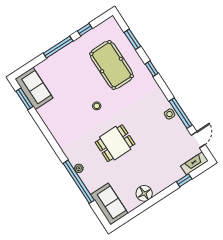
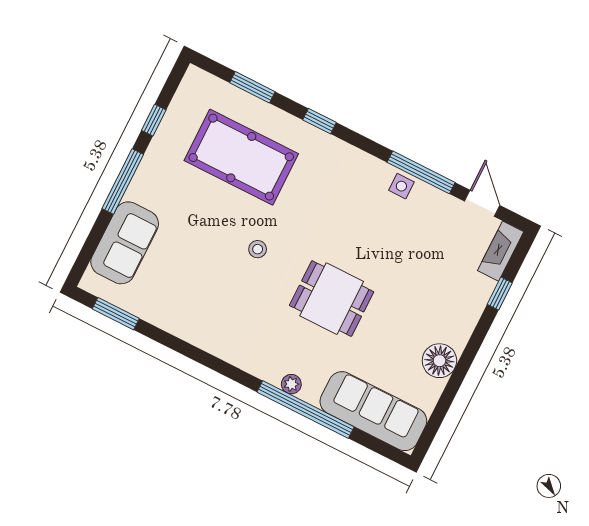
sofa: (34, 89) -> (125, 243), moved, turned 90
dining table: (115, 143) -> (332, 299), turned 90
sofa: (109, 204) -> (373, 411), width x1.36

